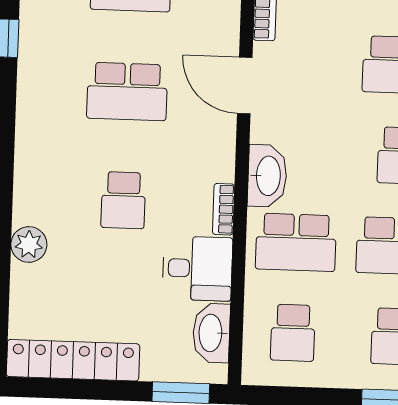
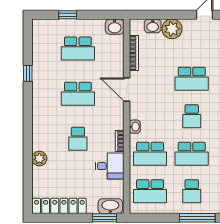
washbasin: (267, 176) -> (135, 127), width x0.52, depth x0.69
washbasin: (211, 333) -> (110, 206), moved, turned 90
school desk: (293, 333) -> (150, 191), width x1.85

